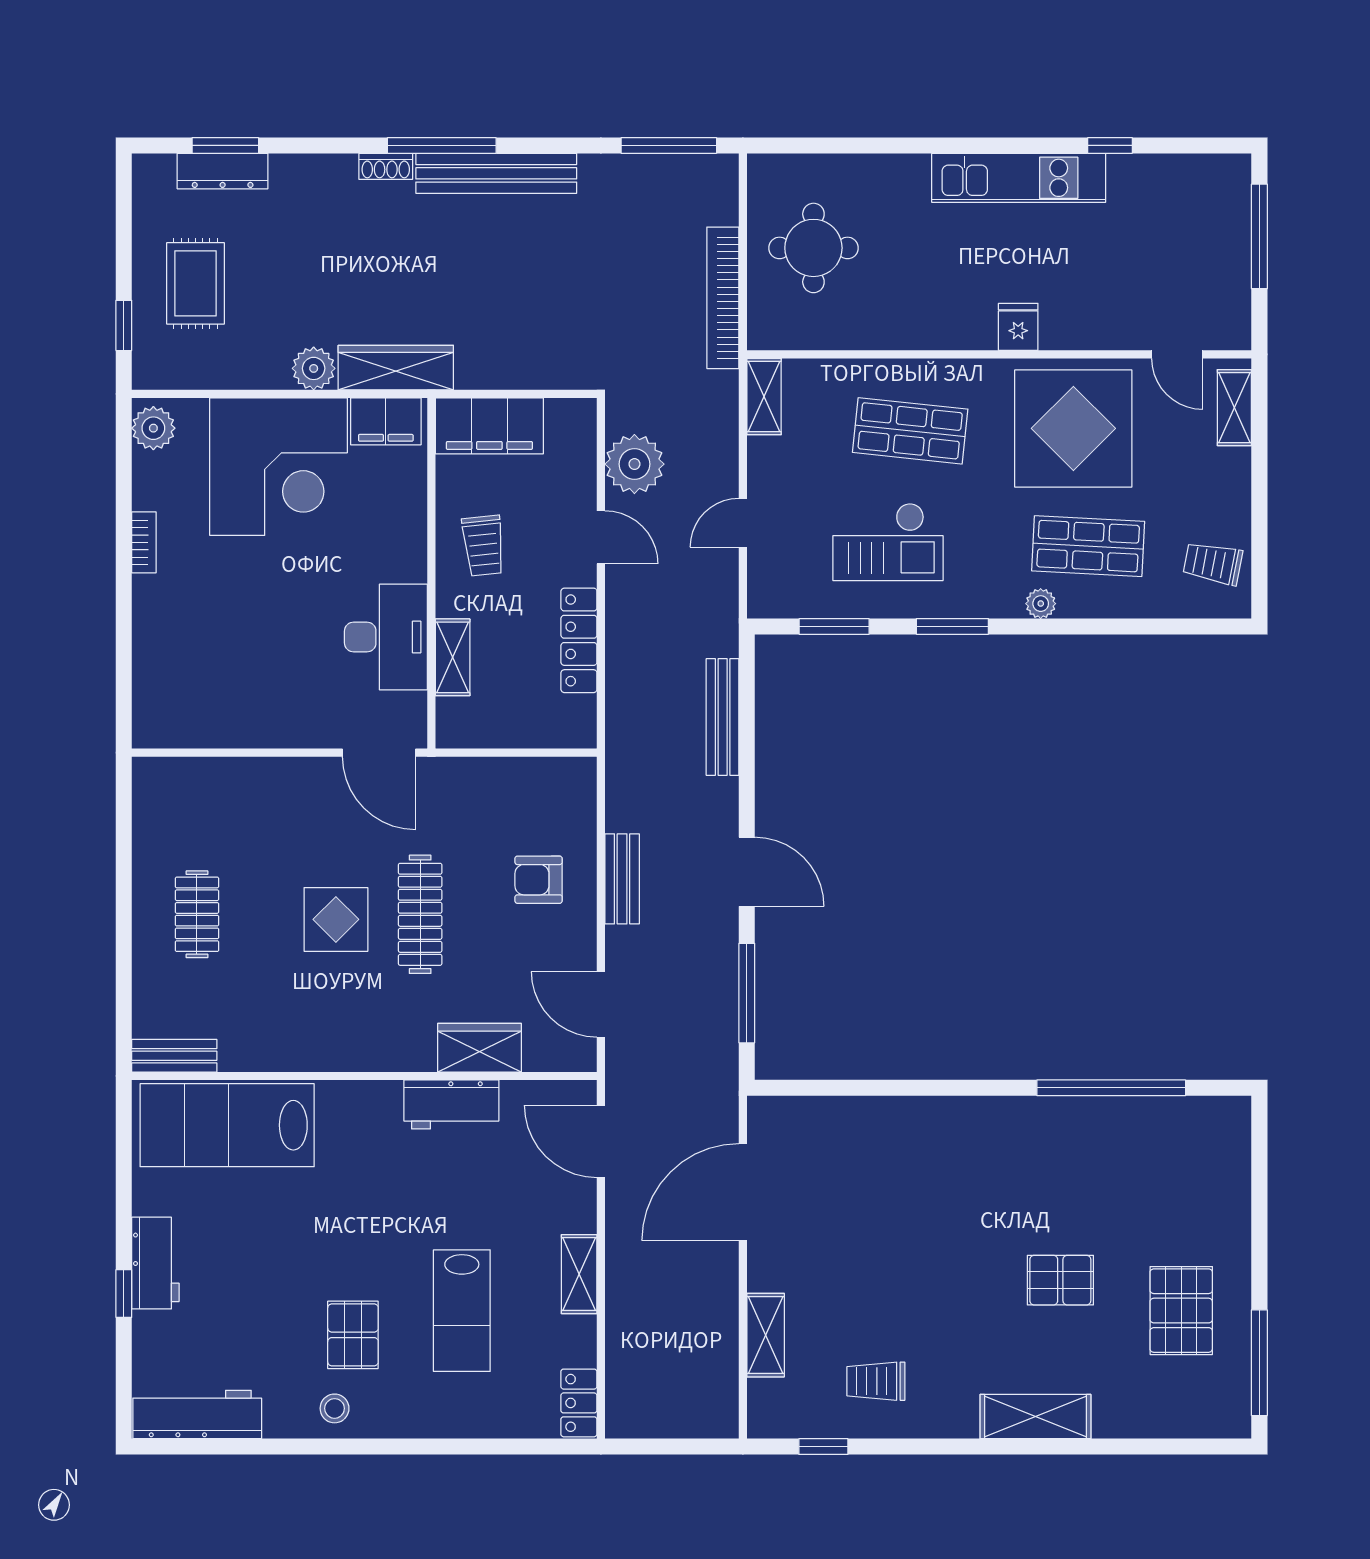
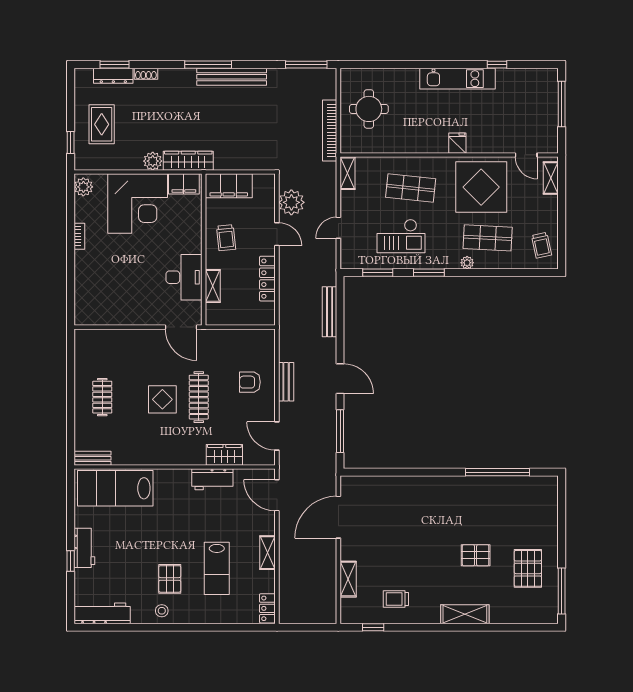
shoe rack: (386, 166) -> (146, 74), moved
trolley: (1213, 563) -> (542, 245), turned -113

